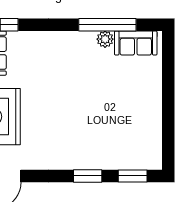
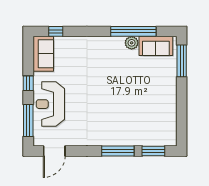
window: (168, 62) -> (182, 61), added
window: (88, 176) -> (118, 151), width x1.44

